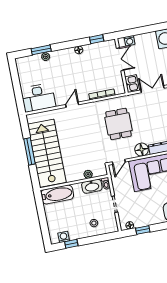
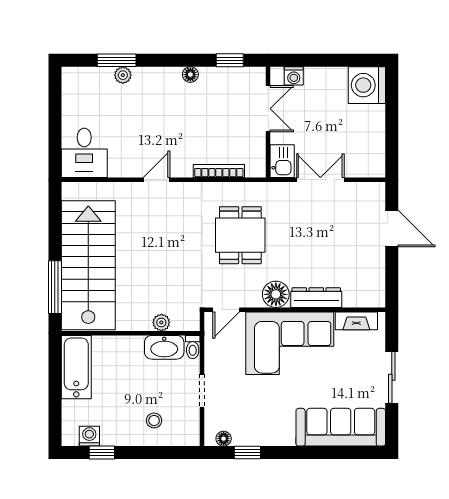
desk: (38, 98) -> (84, 153), width x0.73
window: (29, 151) -> (55, 287), moved
bathtub: (57, 194) -> (76, 367), moved, turned -90

